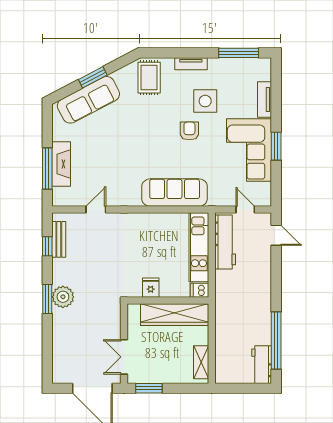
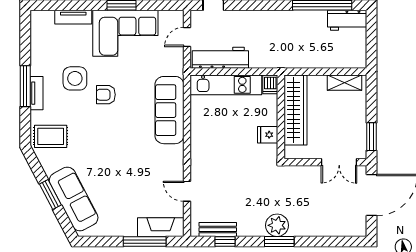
window: (239, 53) -> (25, 86), moved
fireplace: (61, 164) -> (161, 227), moved

